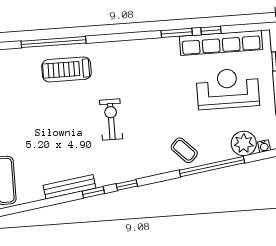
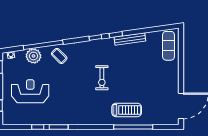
row of seats: (221, 43) -> (32, 119), removed
reception desk: (228, 89) -> (30, 91), turned 180
plant: (244, 143) -> (34, 56), moved

